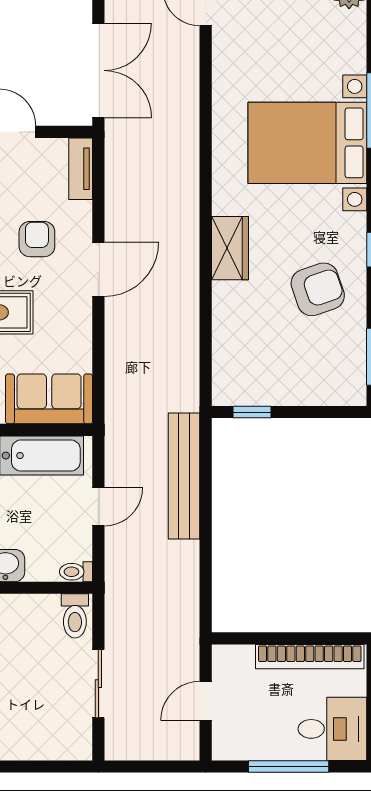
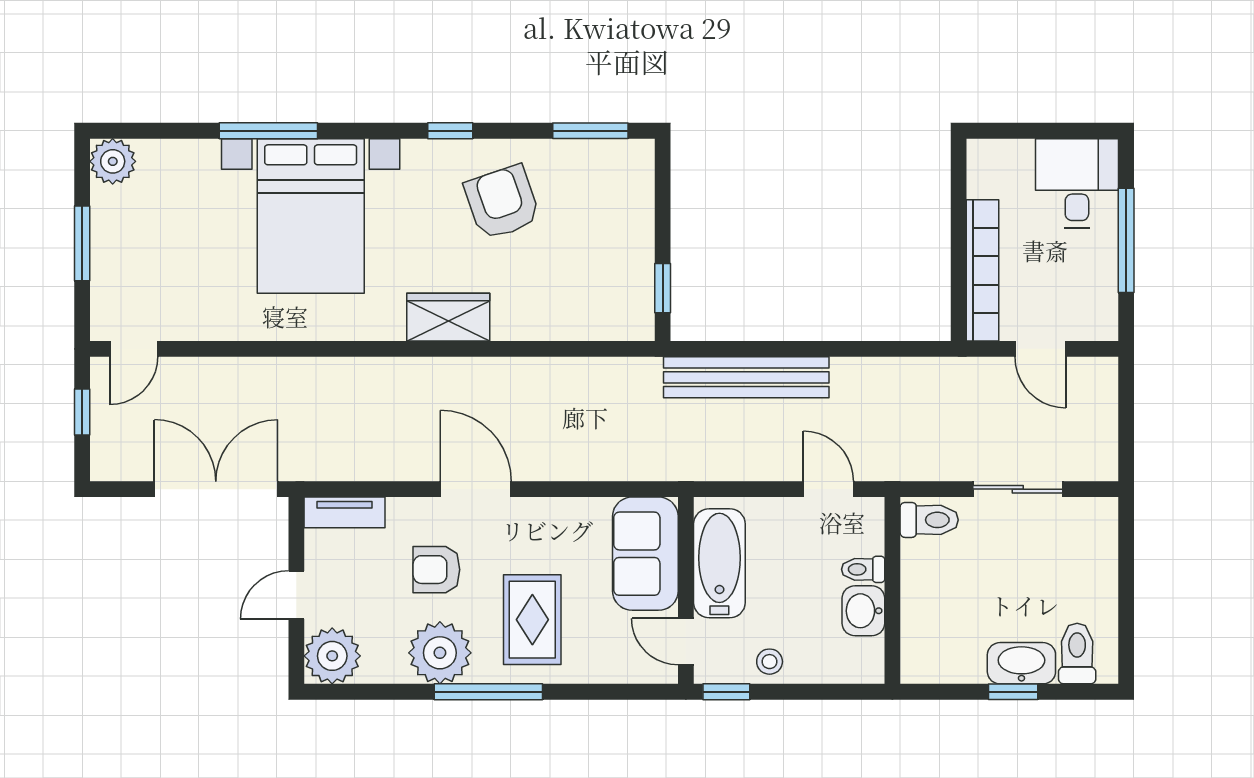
door: (98, 507) -> (829, 489), moved
toilet: (76, 572) -> (863, 569), moved, turned 90
bookcase: (310, 657) -> (982, 270), moved

